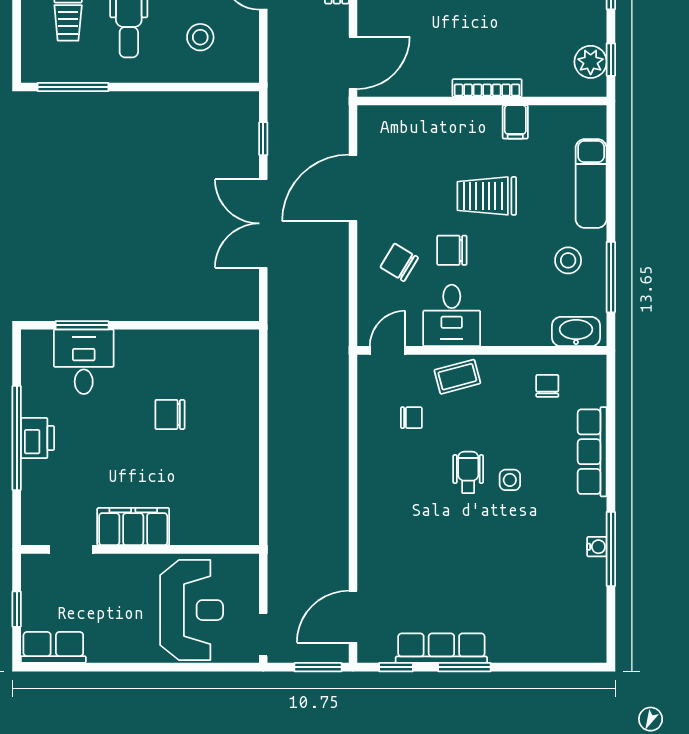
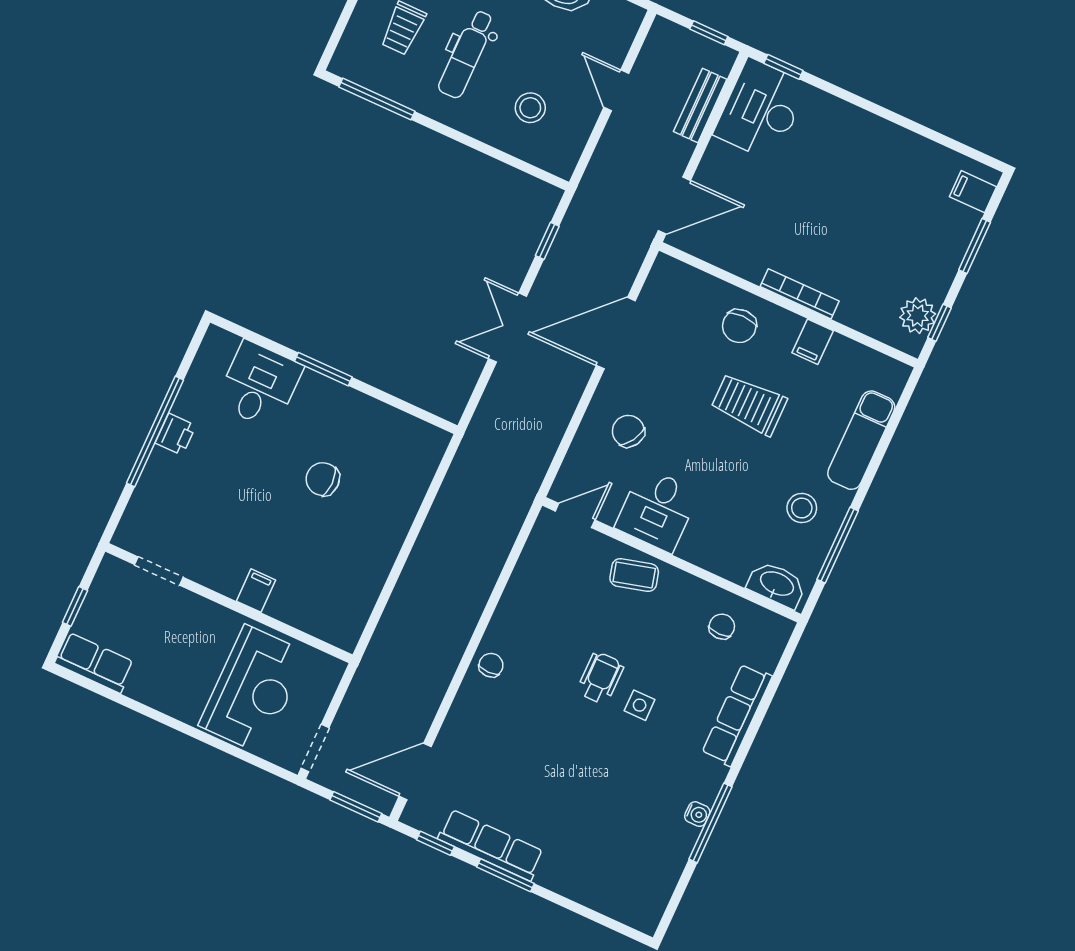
double door: (263, 223) -> (508, 328), width x0.73
chair: (452, 250) -> (739, 326), moved, turned -90
window: (82, 325) -> (323, 369), moved
chair: (411, 418) -> (491, 665), moved, turned -90
printer: (37, 438) -> (176, 434), width x0.73, depth x0.81
filing cabinet: (133, 527) -> (256, 591), width x0.33, depth x0.86

